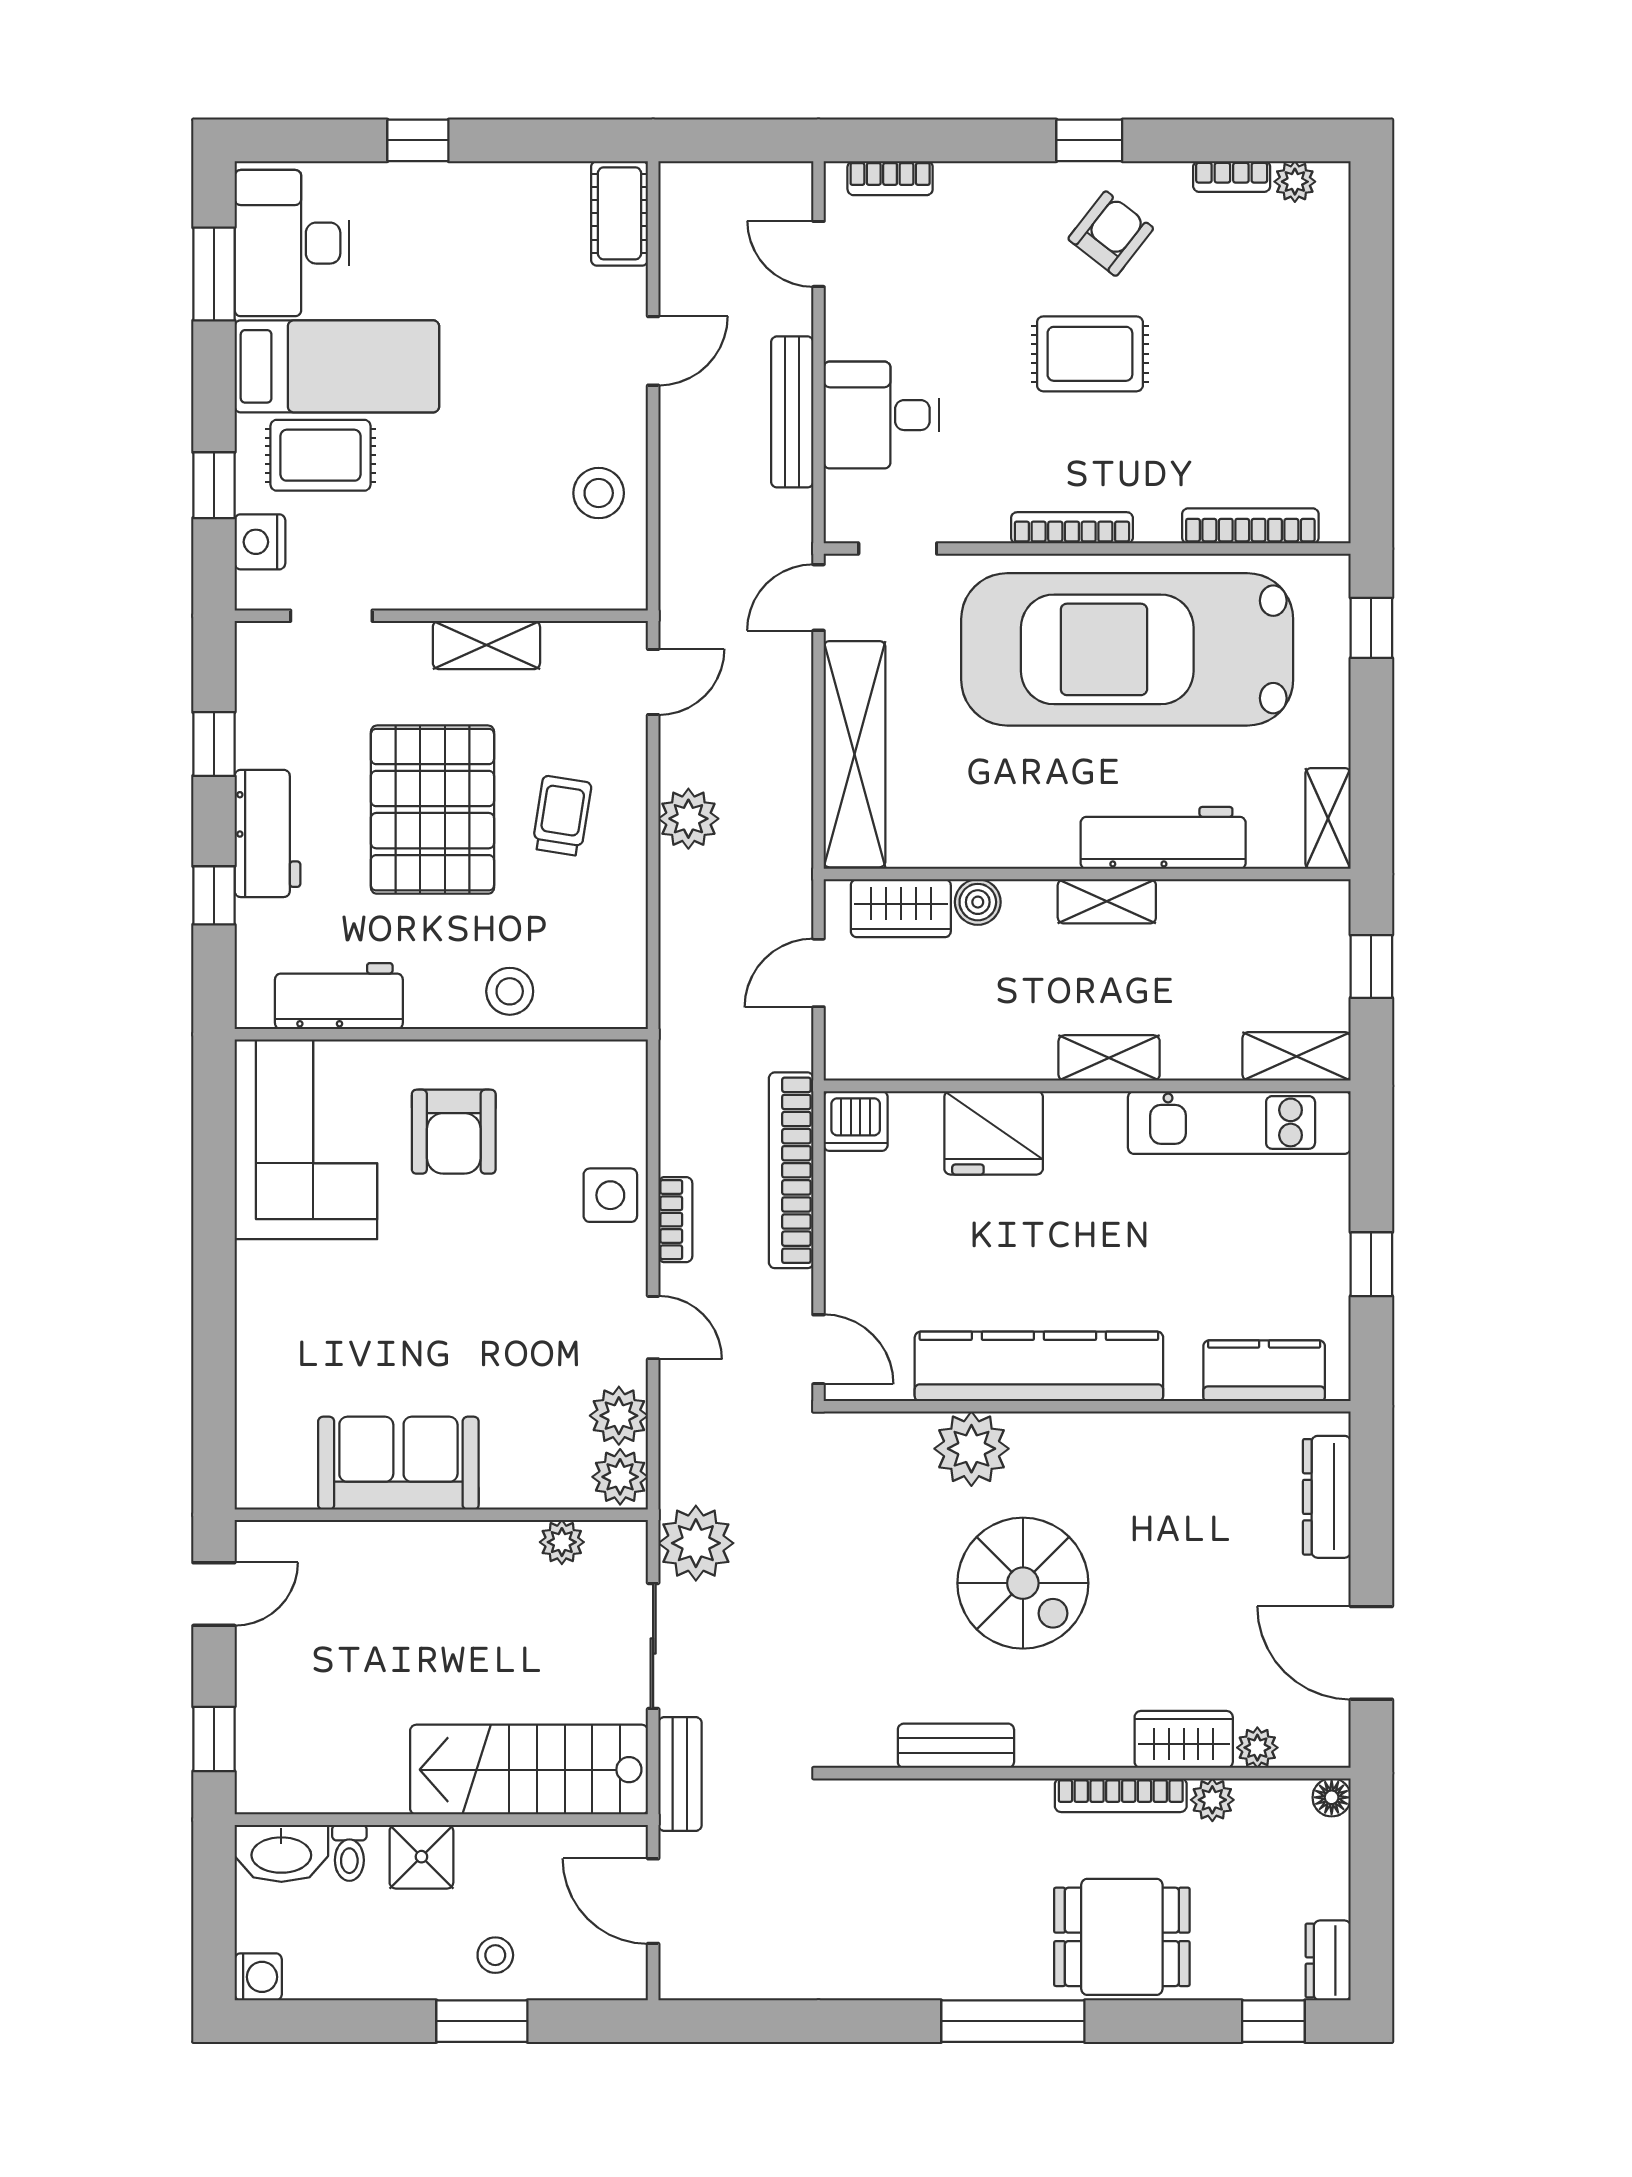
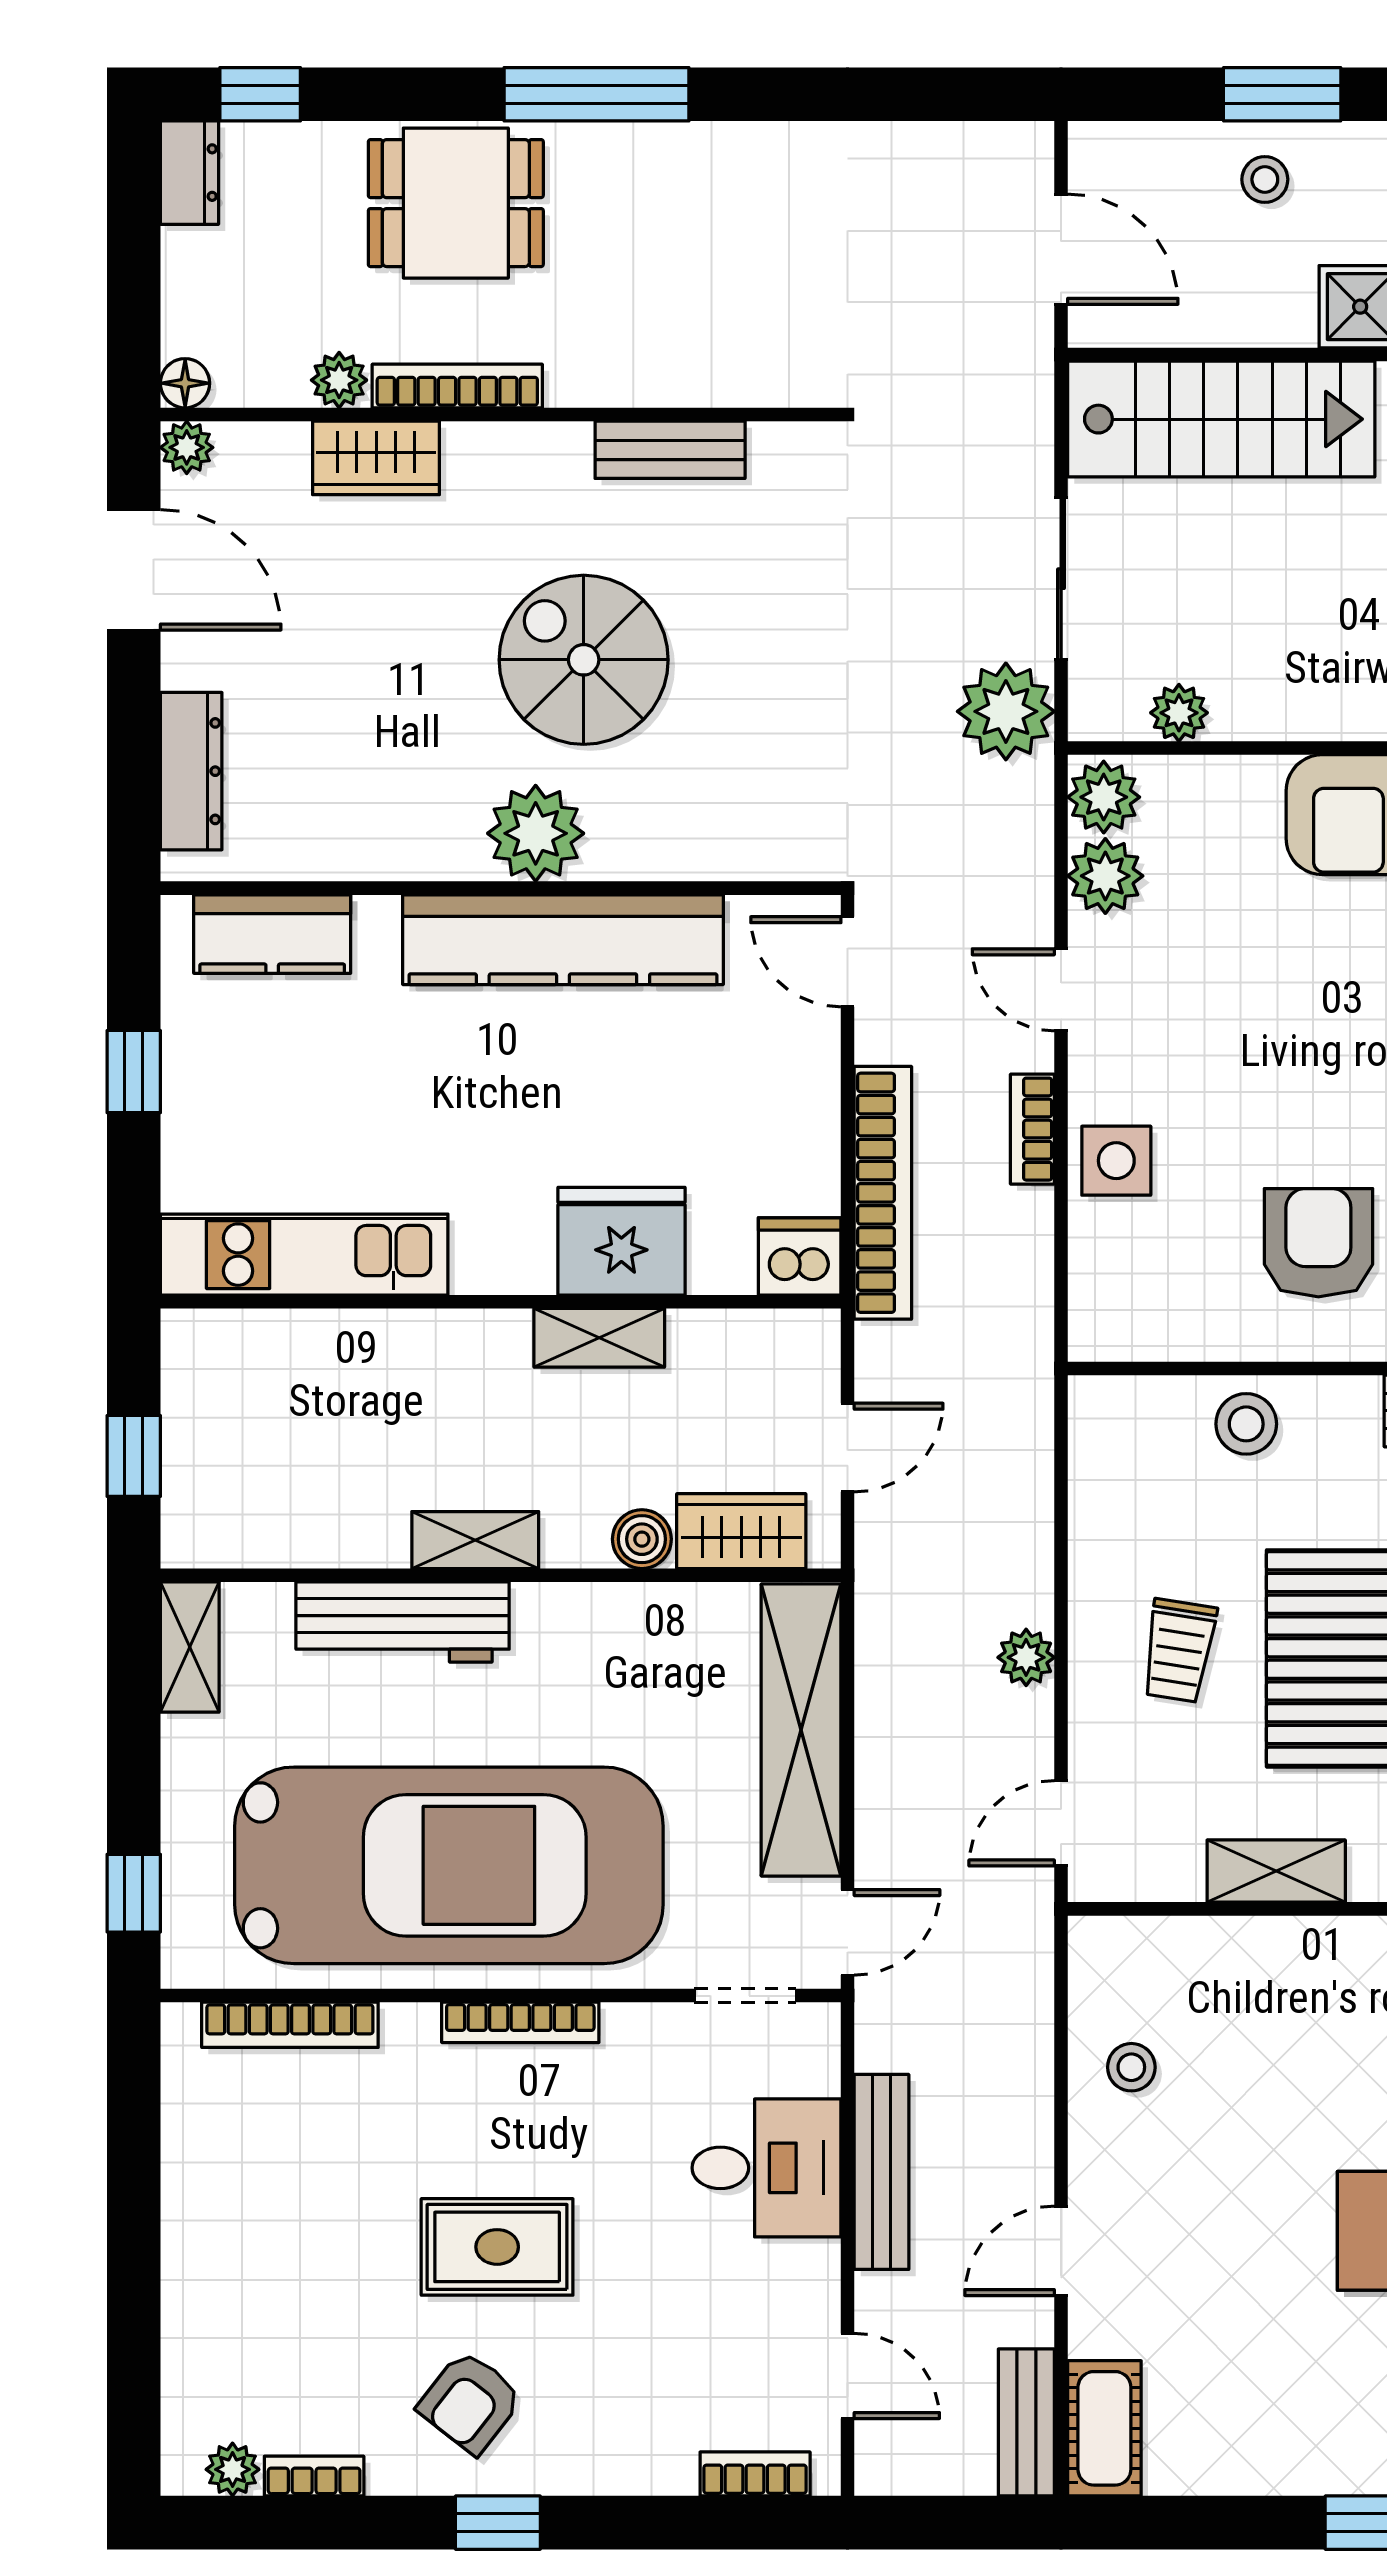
stool: (599, 493) -> (1131, 2067), width x0.73, depth x0.73
plant: (688, 819) -> (1026, 1657), width x0.73, depth x0.73
shelving: (1297, 1056) -> (230, 1340), removed
shelving: (1109, 1058) -> (599, 1338), moved
plant: (971, 1449) -> (536, 833), moved
plant: (1257, 1748) -> (187, 447), moved
bench: (680, 1774) -> (1026, 2422), moved

